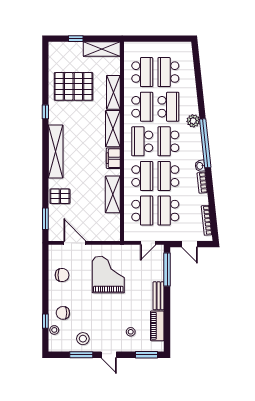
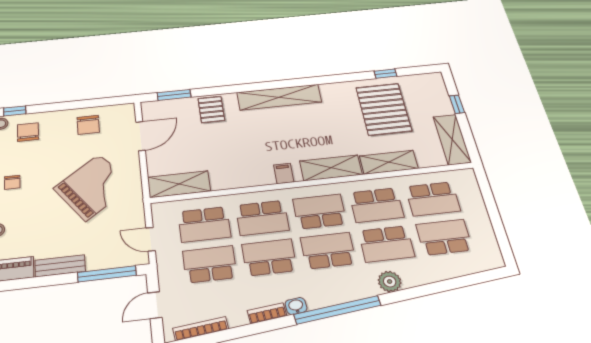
window: (45, 112) -> (385, 74), moved
plant: (193, 121) -> (390, 282), moved
filing cabinet: (113, 158) -> (284, 173), width x0.50
shelving: (113, 194) -> (179, 184), moved
grand piano: (108, 274) -> (93, 187), turned -36
chair: (99, 323) -> (12, 182), added

